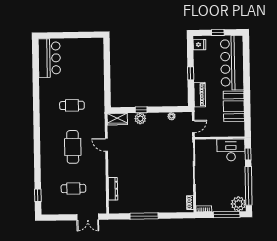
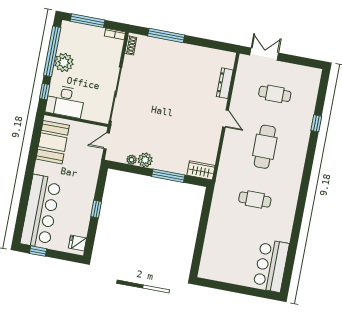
window: (218, 33) -> (38, 251), moved
piano: (200, 95) -> (90, 180), removed
booth: (234, 106) -> (53, 142), moved
window: (141, 110) -> (168, 176), width x2.17
plant: (140, 119) -> (145, 160), moved
door: (107, 145) -> (226, 119), moved
window: (38, 195) -> (316, 123), moved
plant: (238, 204) -> (64, 62), moved
window: (144, 216) -> (166, 36), moved

